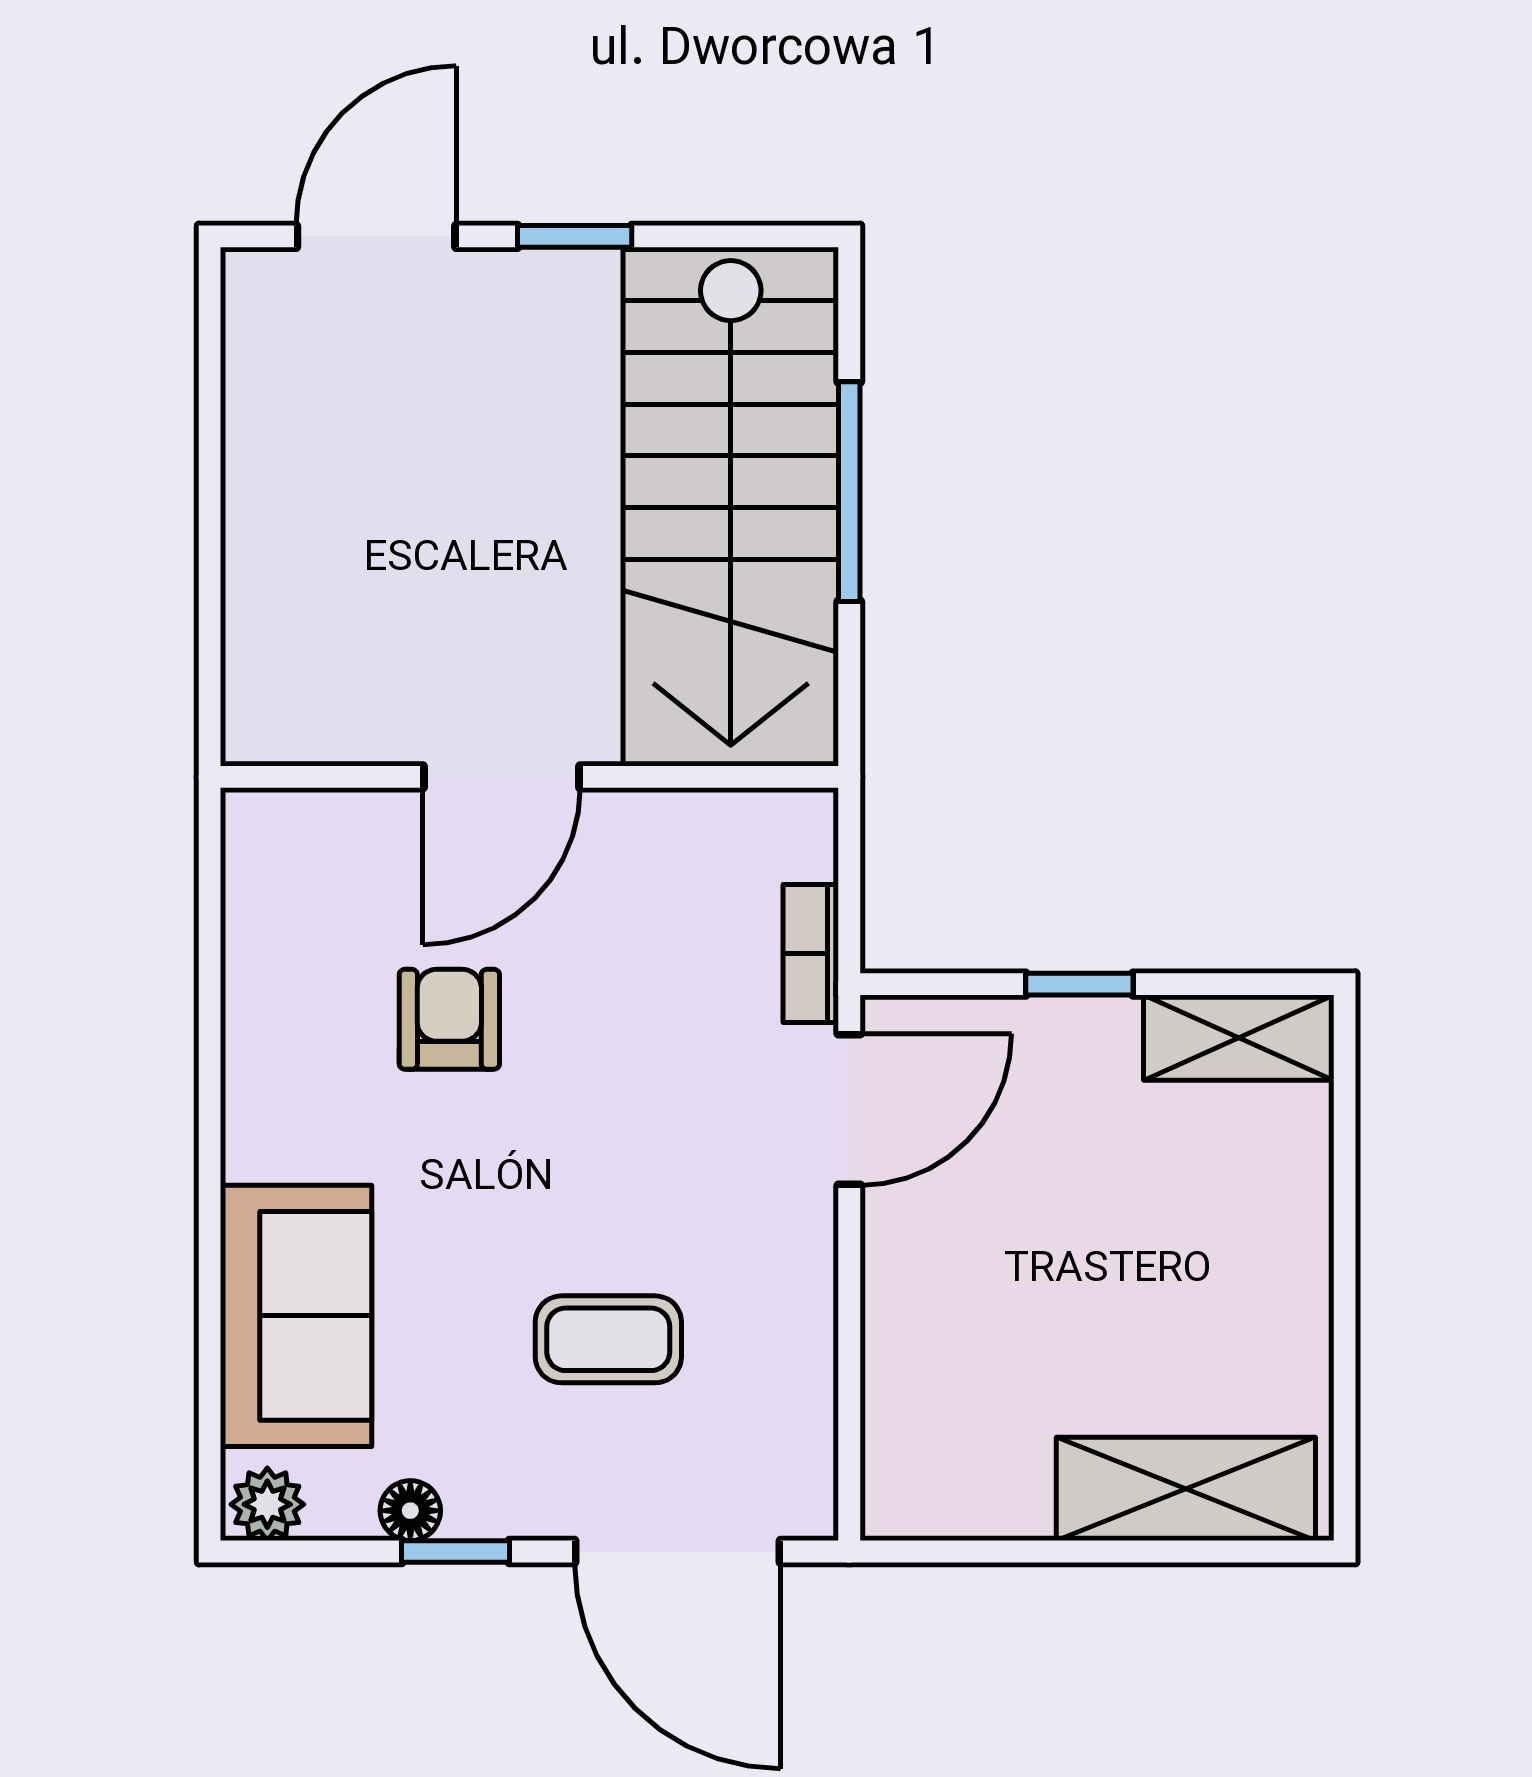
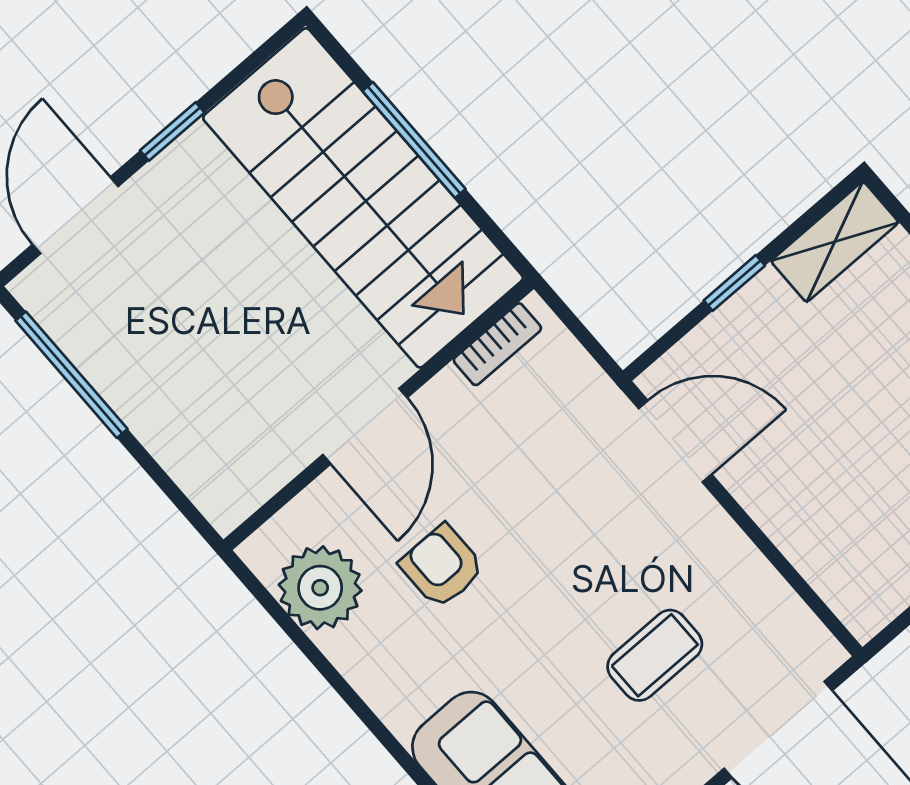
window: (210, 419) -> (71, 375), added
plant: (285, 921) -> (320, 588), added
bookcase: (811, 954) -> (497, 344), moved, turned -90
door: (849, 1109) -> (675, 441), hinge flipped

